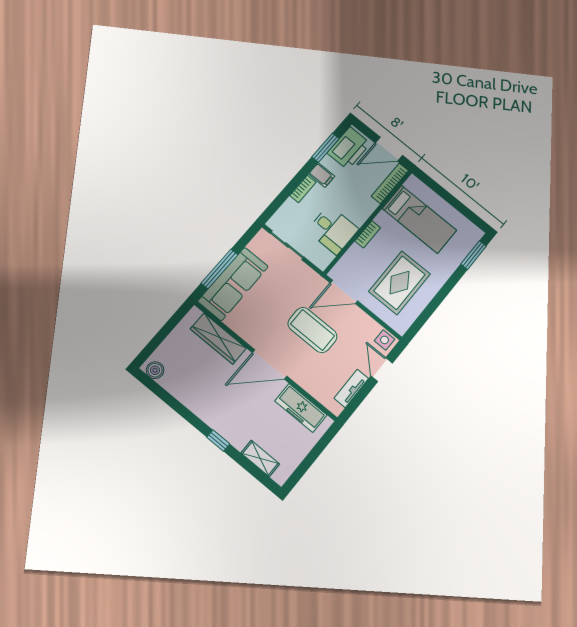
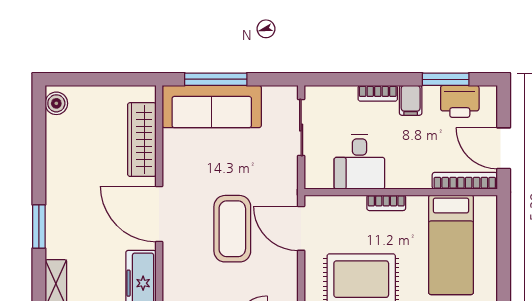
printer: (349, 148) -> (460, 101), width x0.73, depth x0.84
window: (218, 441) -> (39, 226), width x1.50

